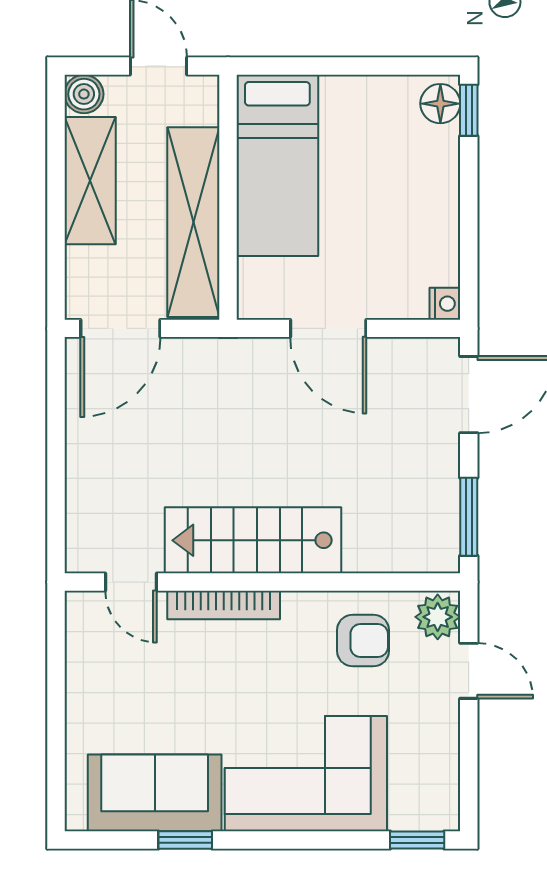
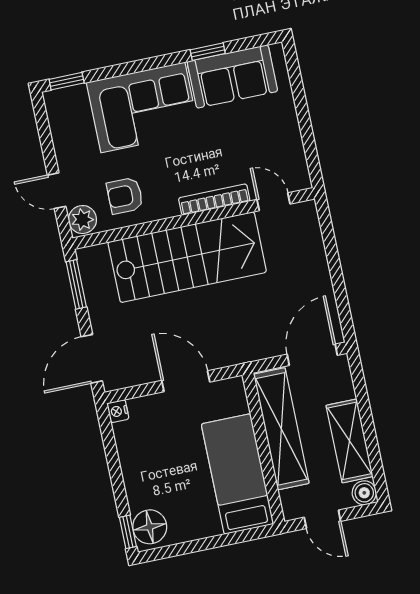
floor lamp: (440, 104) -> (150, 527), width x1.38, depth x1.38
stairs: (253, 540) -> (187, 257), width x1.36, depth x1.51

